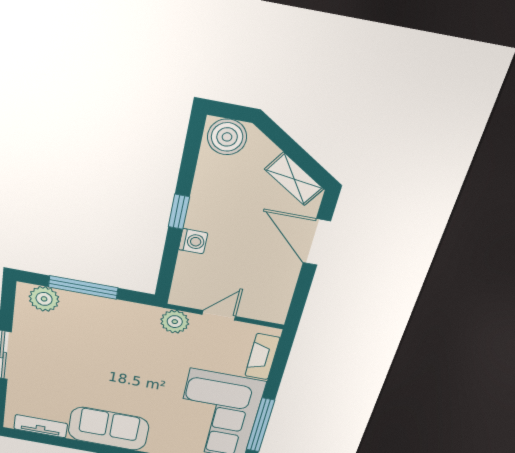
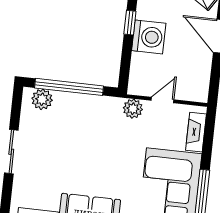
washing machine: (193, 241) -> (149, 37), width x1.89, depth x1.89
window: (83, 287) -> (69, 87), width x1.46

